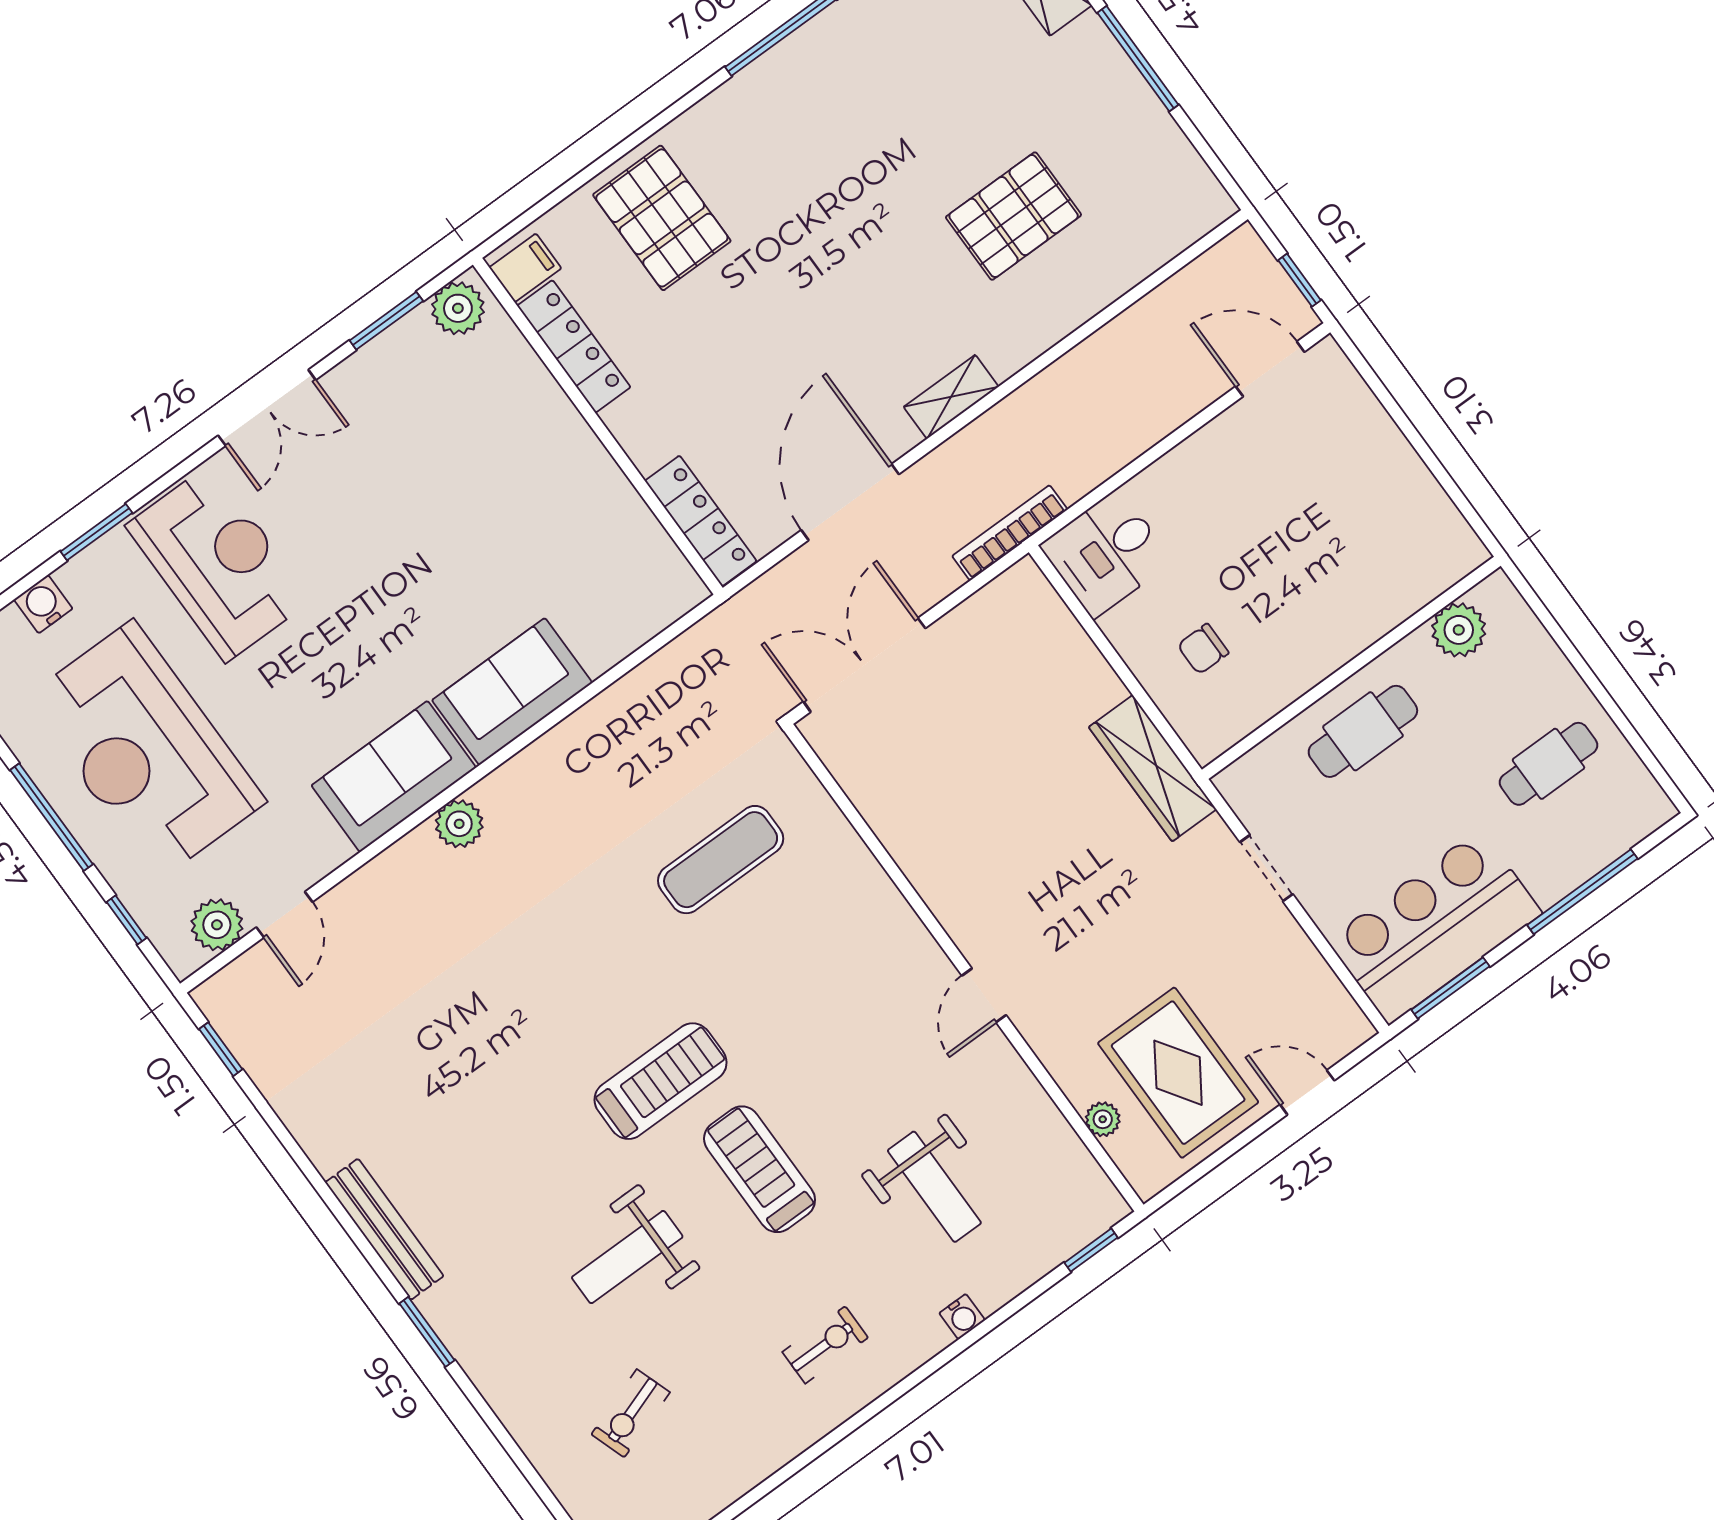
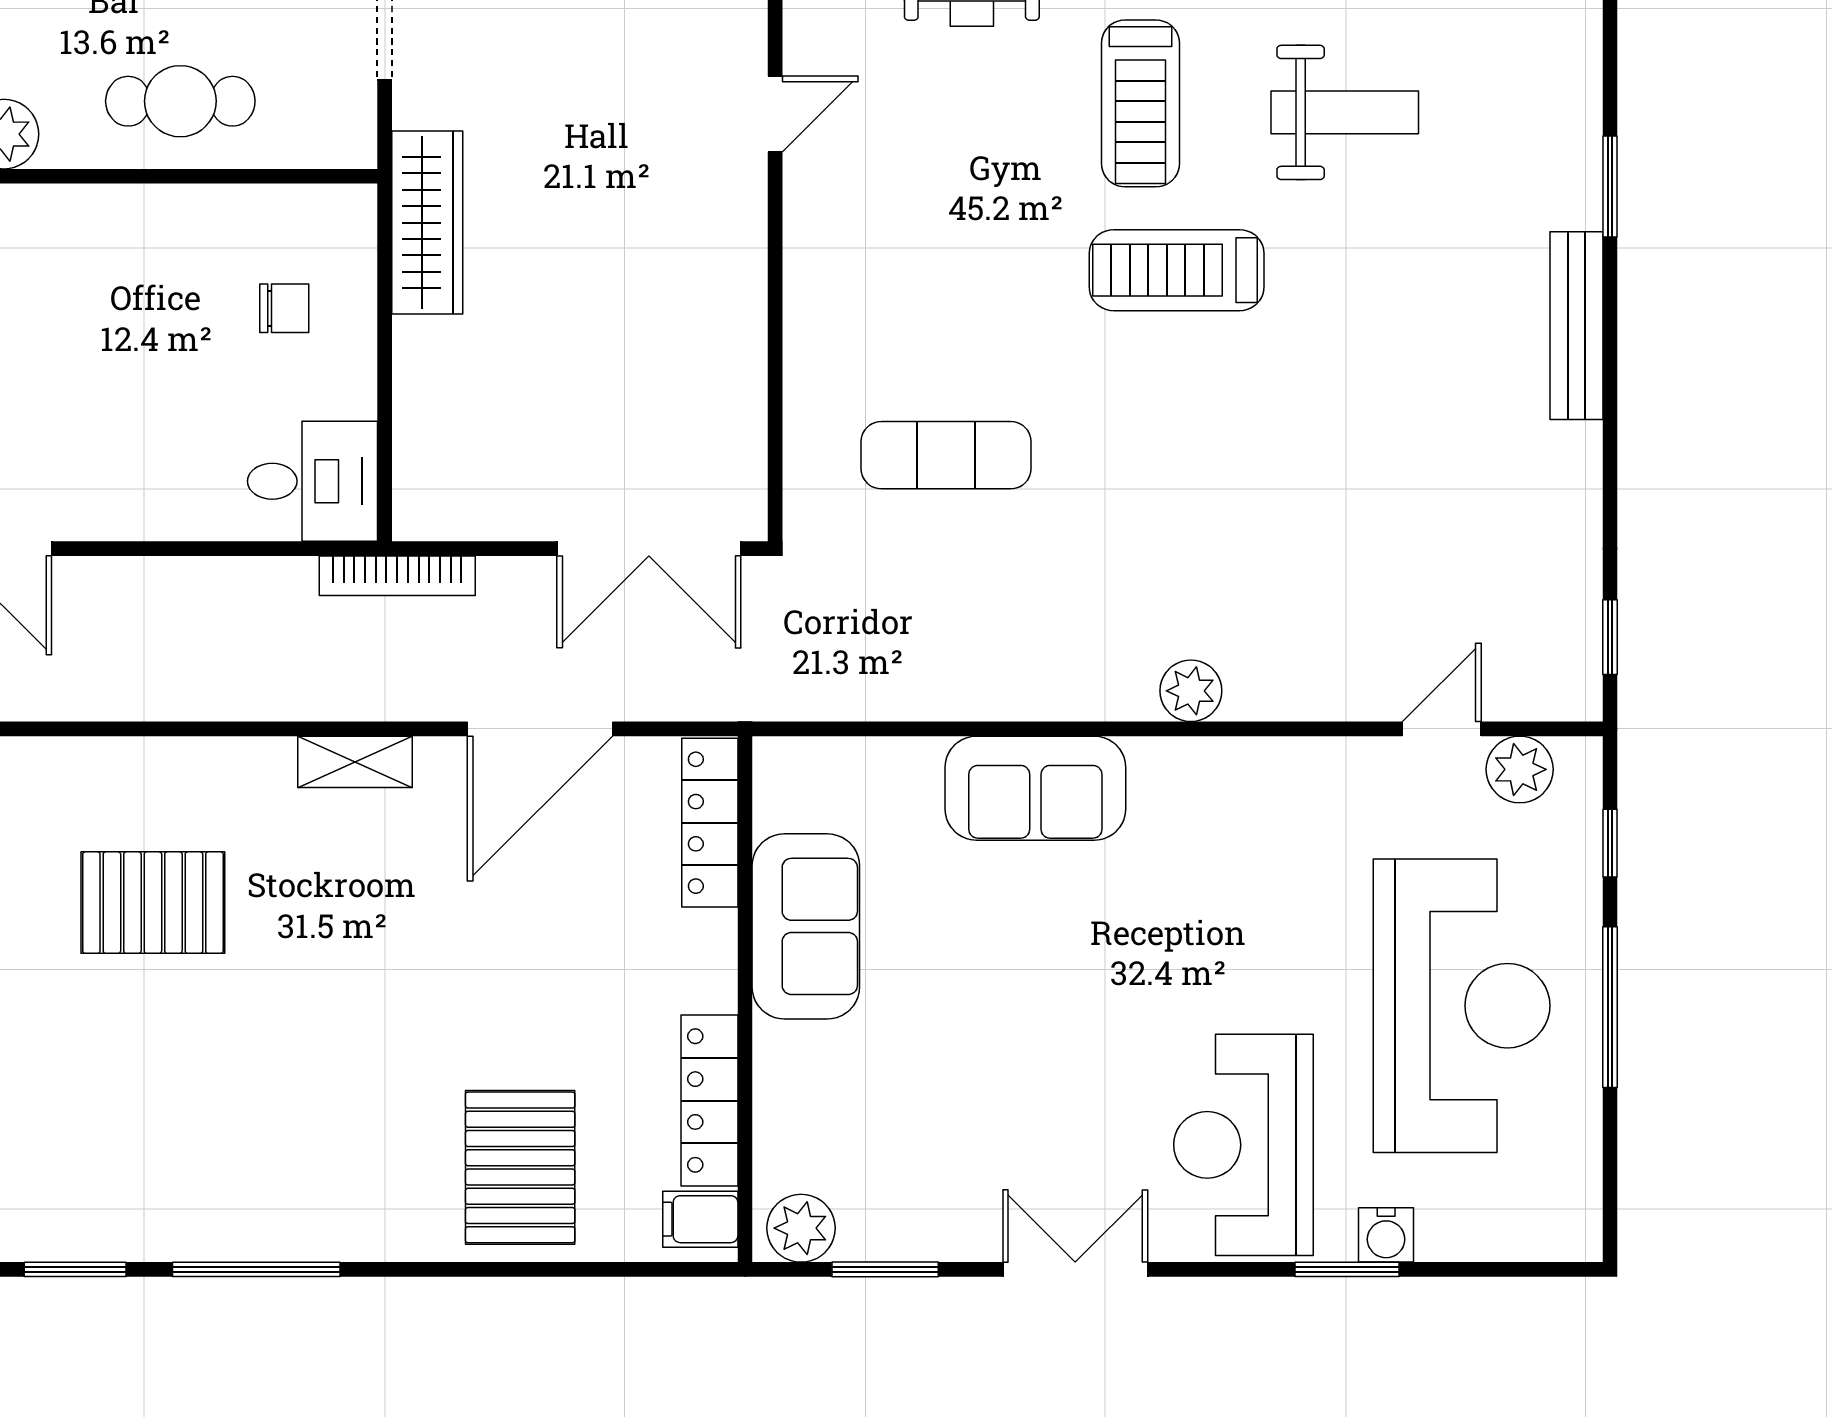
water cooler: (43, 604) -> (1386, 1235), moved
sofa: (394, 776) -> (806, 926), moved, turned -90

